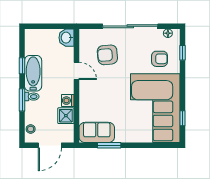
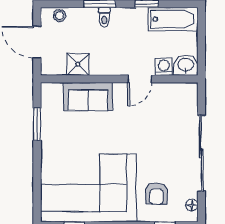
armchair: (107, 55) -> (162, 122), removed
bathtub: (33, 73) -> (173, 19), moved
washing machine: (68, 101) -> (164, 67), moved
sofa: (97, 132) -> (88, 97), moved, turned 90

